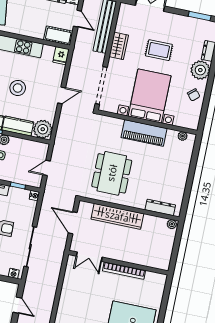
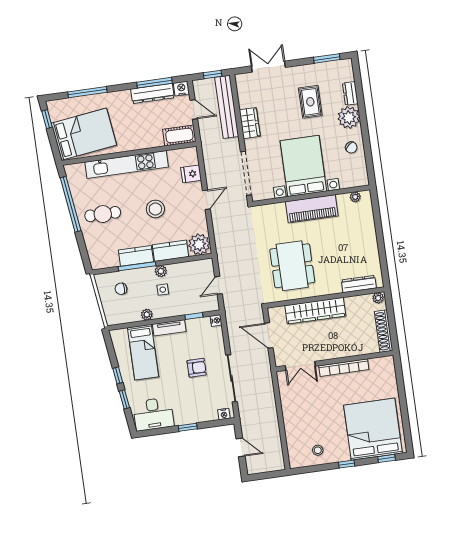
rug: (159, 50) -> (310, 102), moved, turned 90
fridge: (61, 56) -> (191, 174), moved, turned 90
shoe rack: (167, 253) -> (384, 331), added

